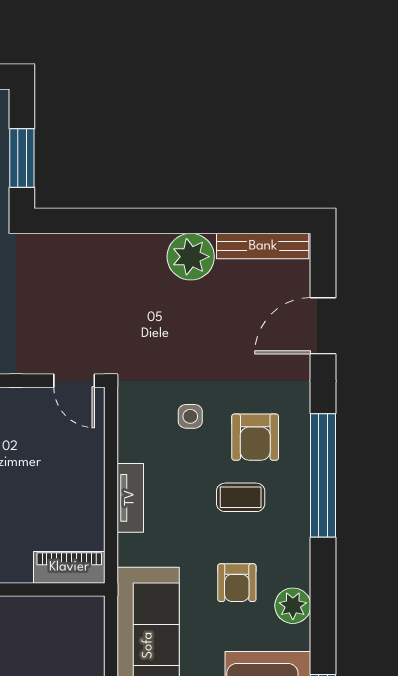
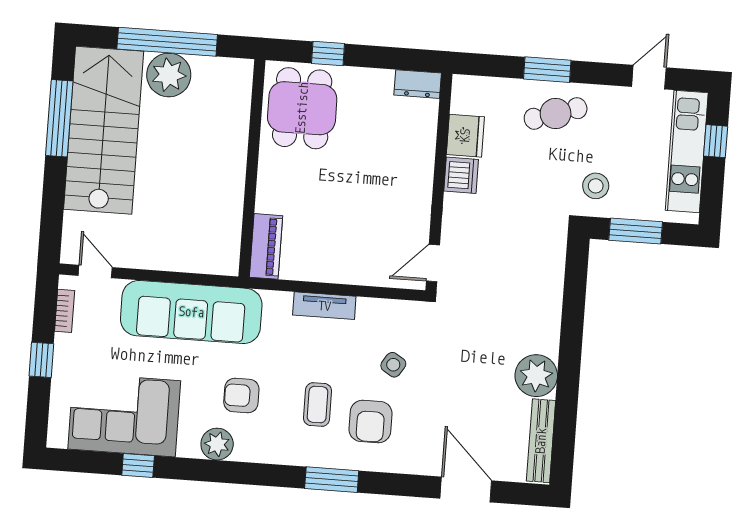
side table: (190, 416) -> (393, 365), turned 32
armchair: (255, 437) -> (371, 421), turned -90
window: (323, 475) -> (332, 480), width x0.47

